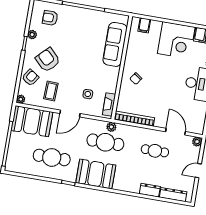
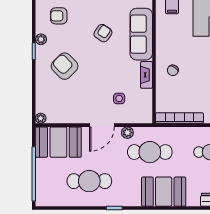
armchair: (30, 78) -> (103, 33), moved
coffee table: (51, 91) -> (75, 103), removed
fireplace: (109, 105) -> (147, 75), moved
plant: (111, 127) -> (127, 133), moved
booth: (96, 174) -> (164, 192), moved

